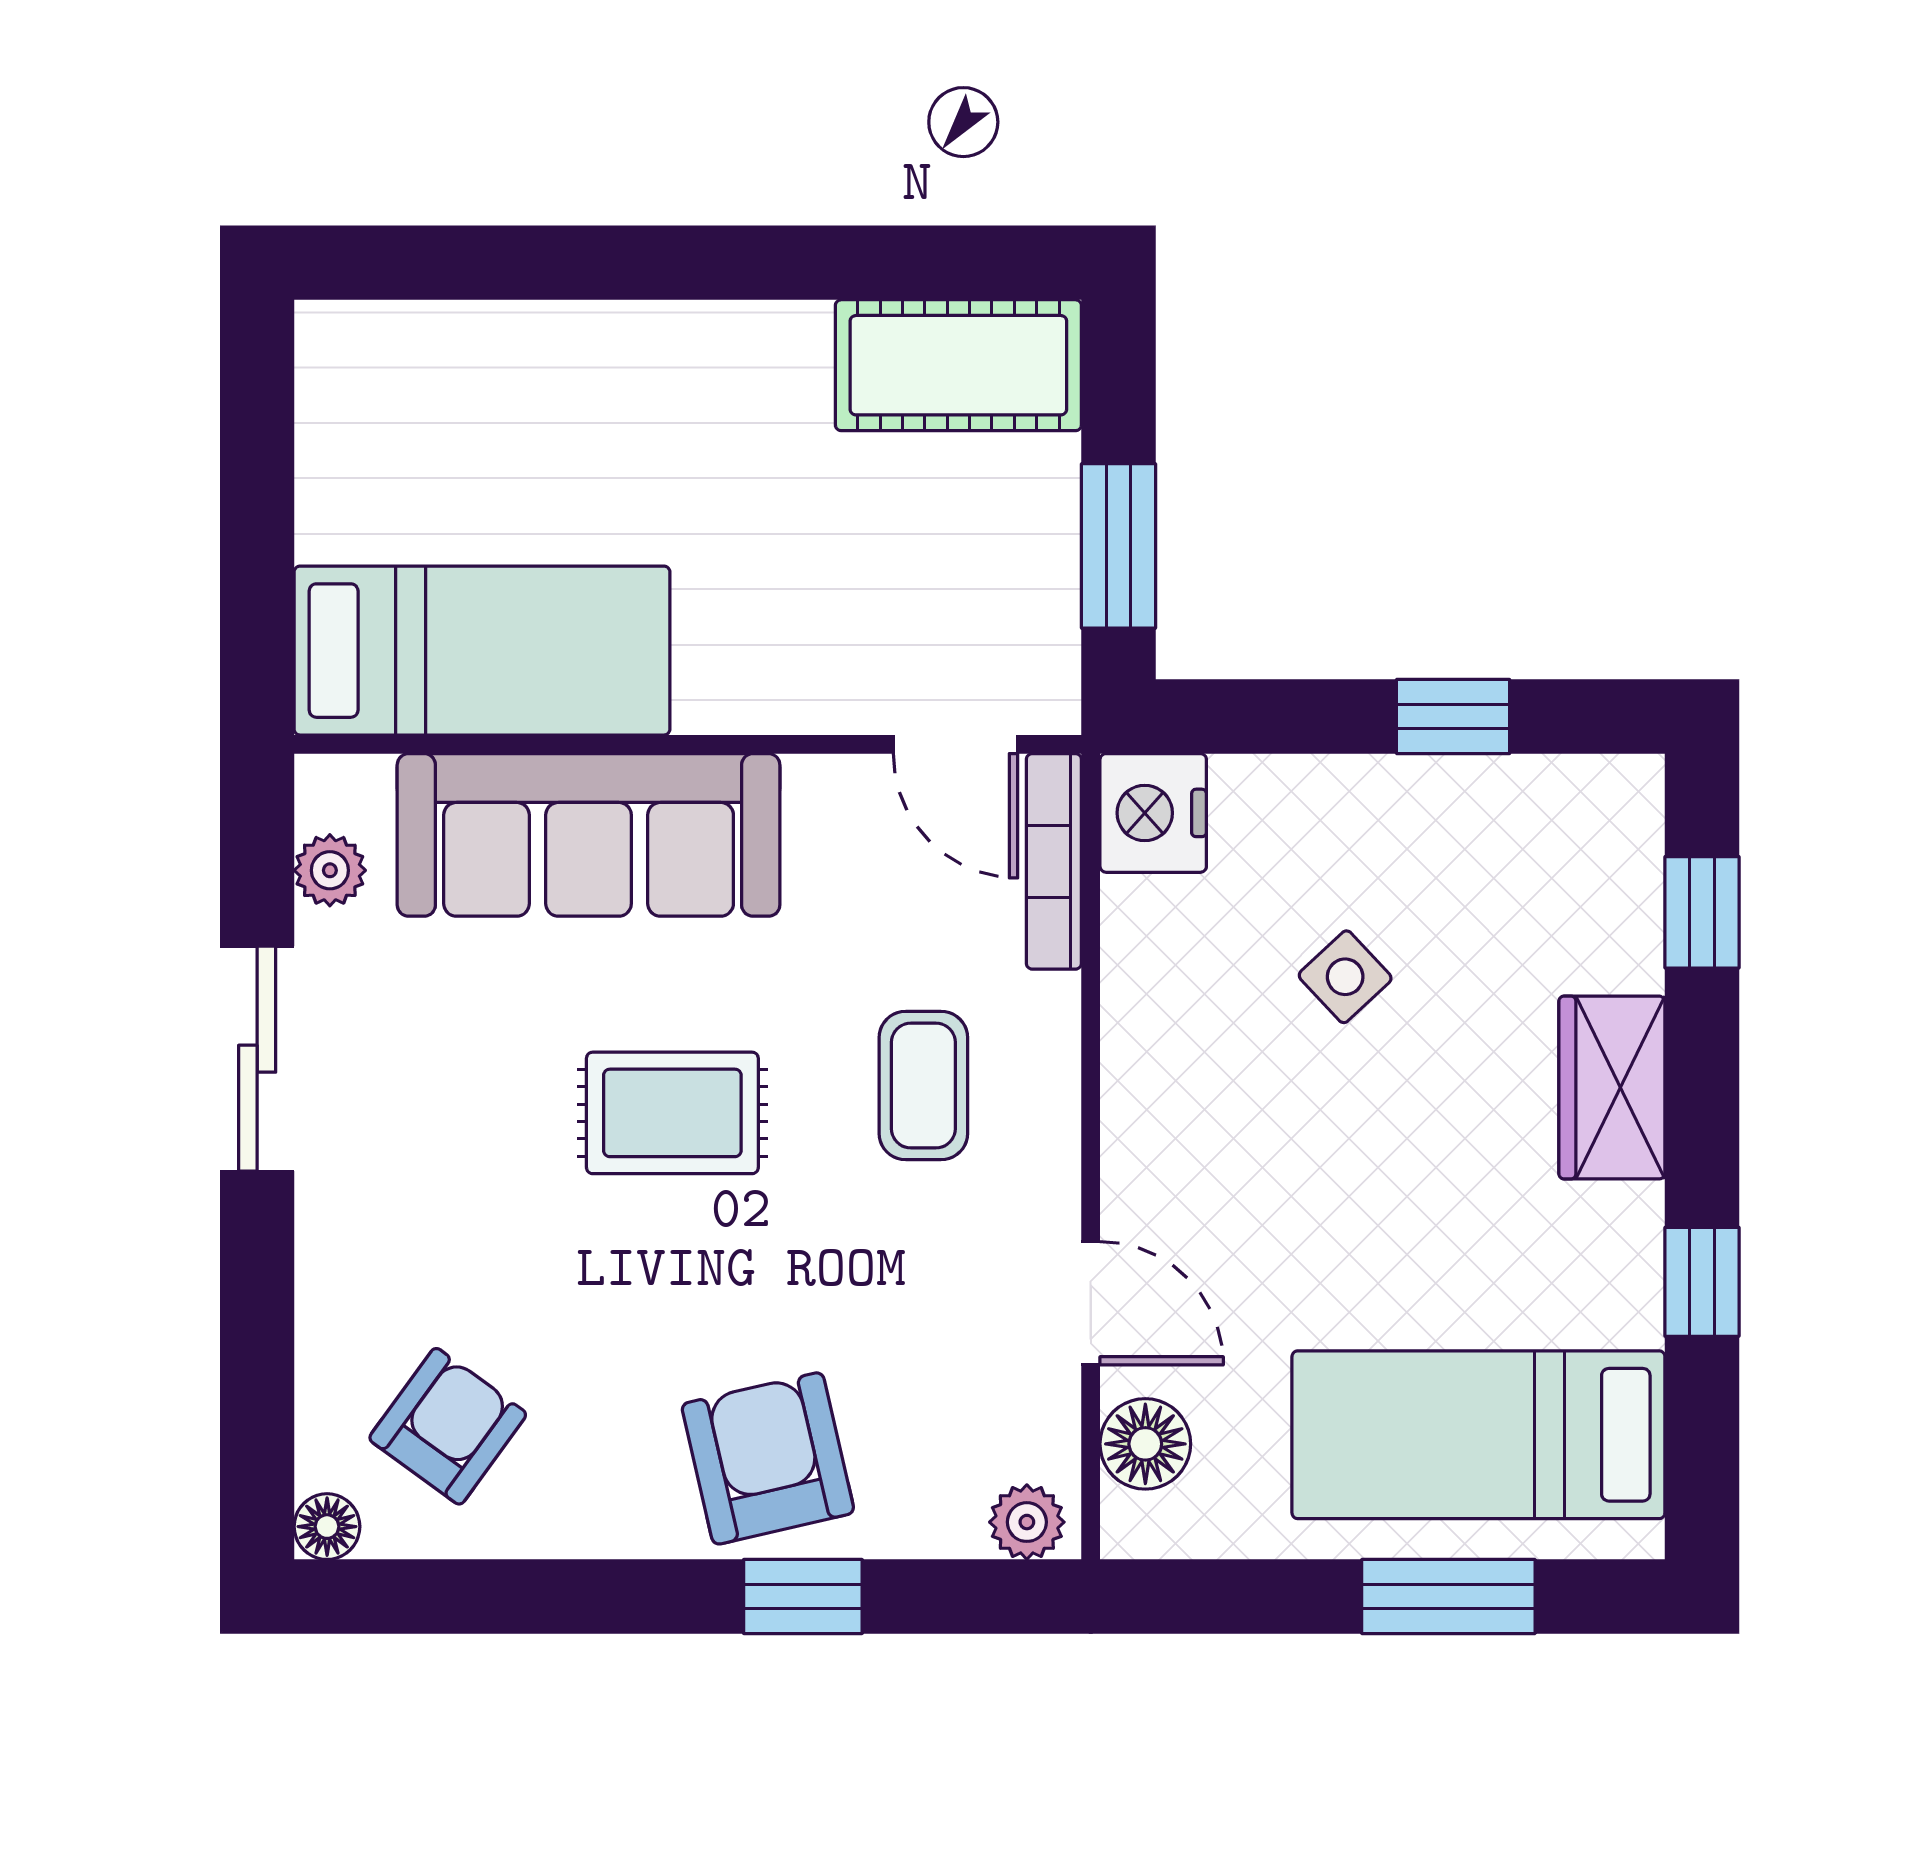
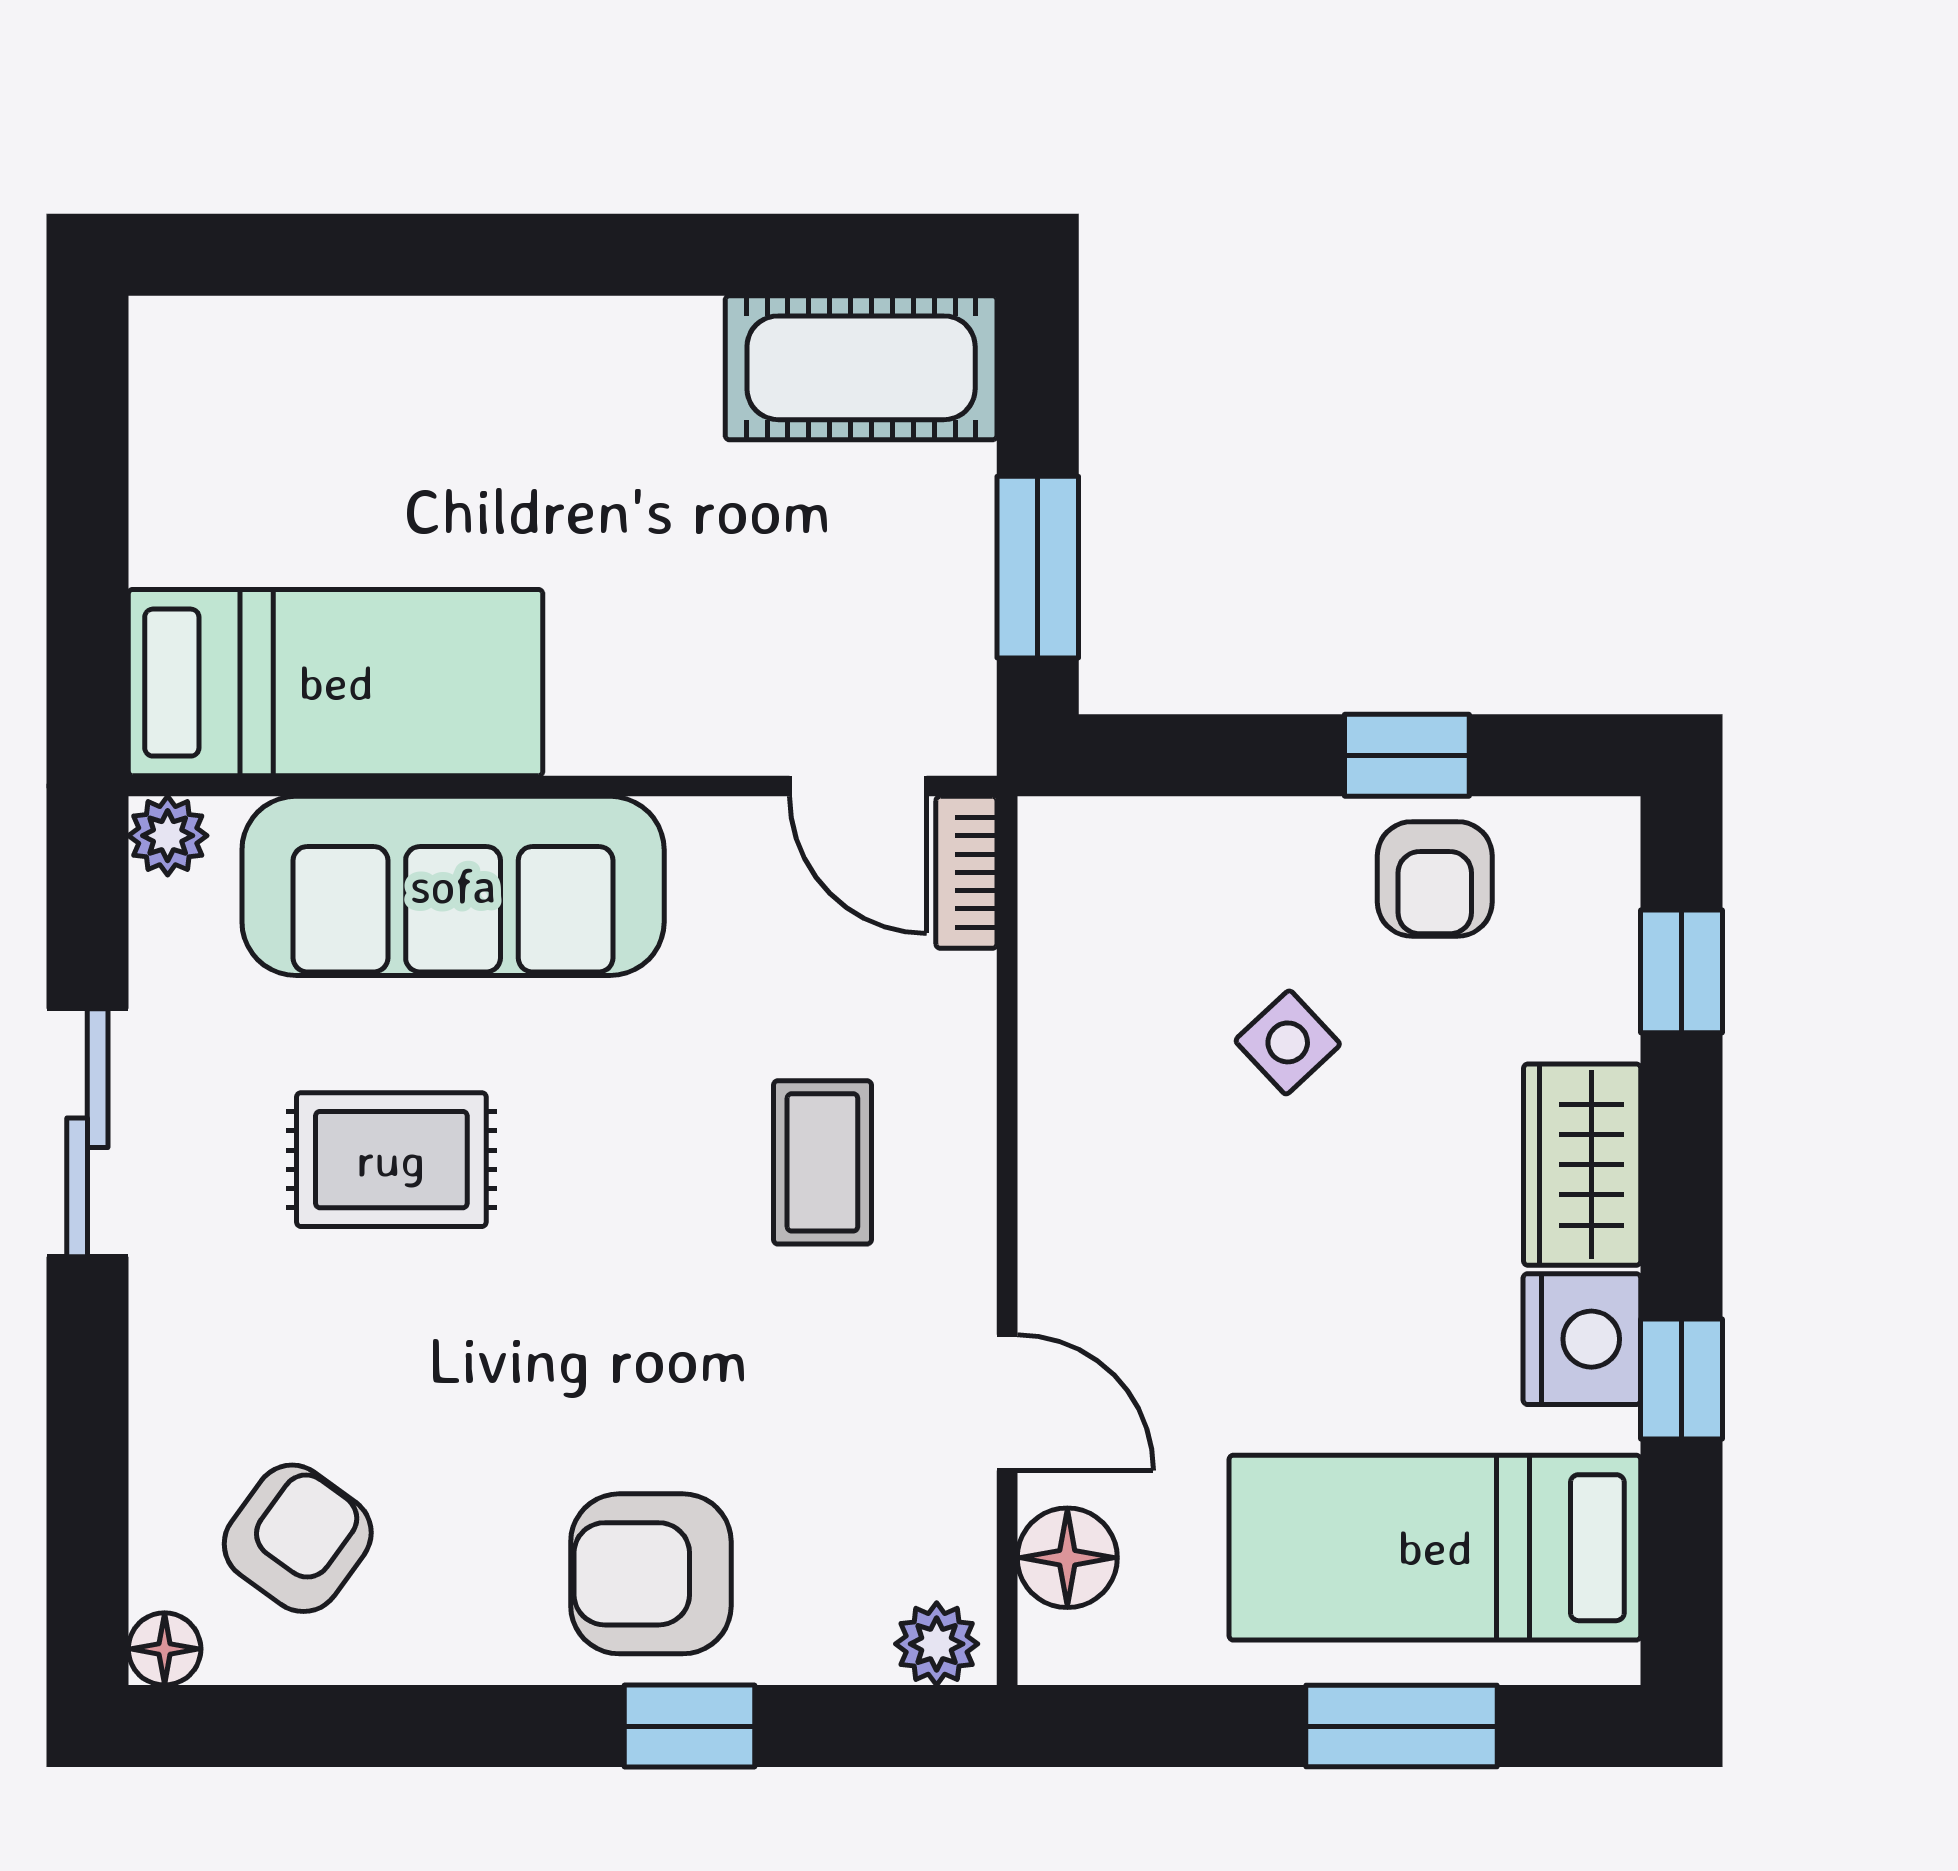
nightstand: (1153, 813) -> (1582, 1339), moved, turned 180
armchair: (1478, 829) -> (1435, 879), added
bookcase: (1054, 861) -> (966, 872), width x0.64
plant: (330, 870) -> (168, 836), moved
rug: (672, 1113) -> (391, 1160), moved
armchair: (768, 1458) -> (651, 1574), turned -77

